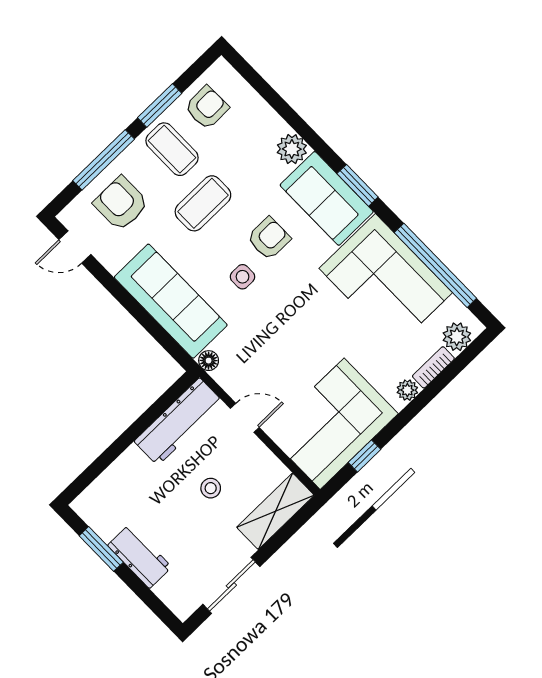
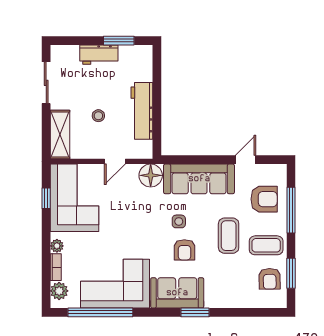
window: (160, 105) -> (291, 273), moved
plant: (292, 149) -> (214, 299), removed
window: (358, 185) -> (195, 312), moved
door: (75, 247) -> (245, 160), moved
floor lamp: (209, 361) -> (151, 175), width x1.89, depth x1.89
workbench: (179, 422) -> (142, 111), moved

